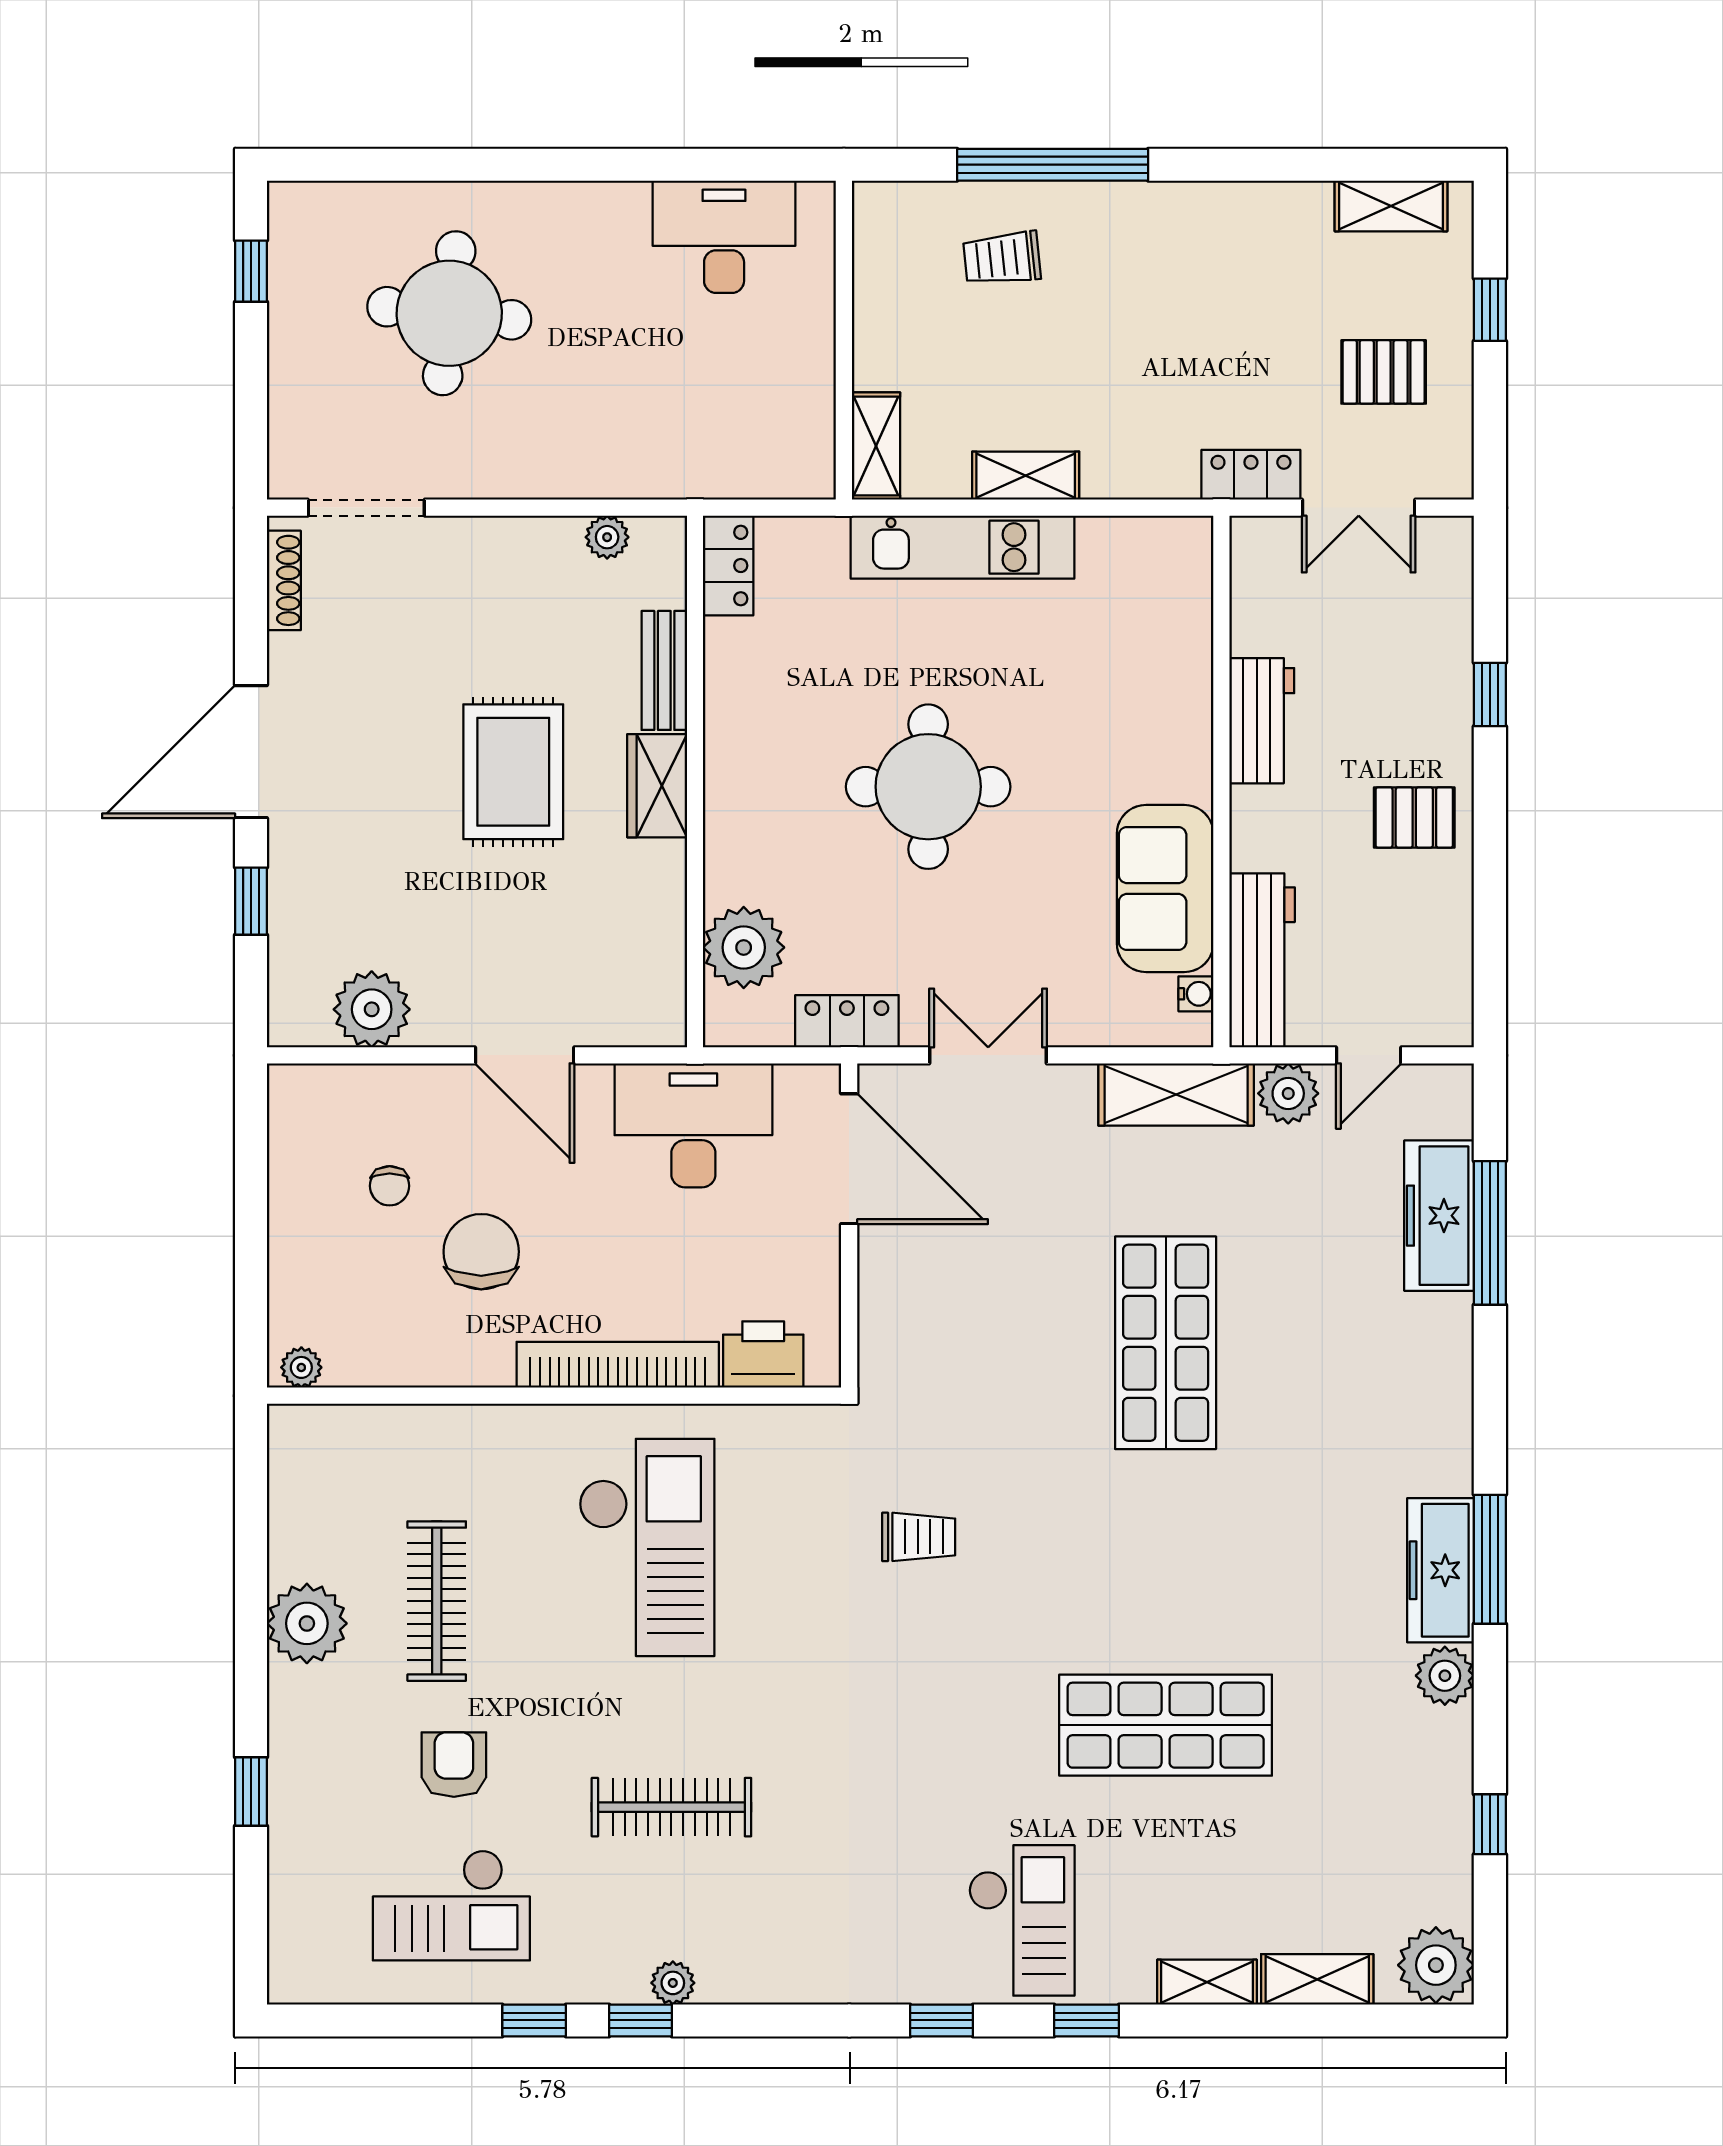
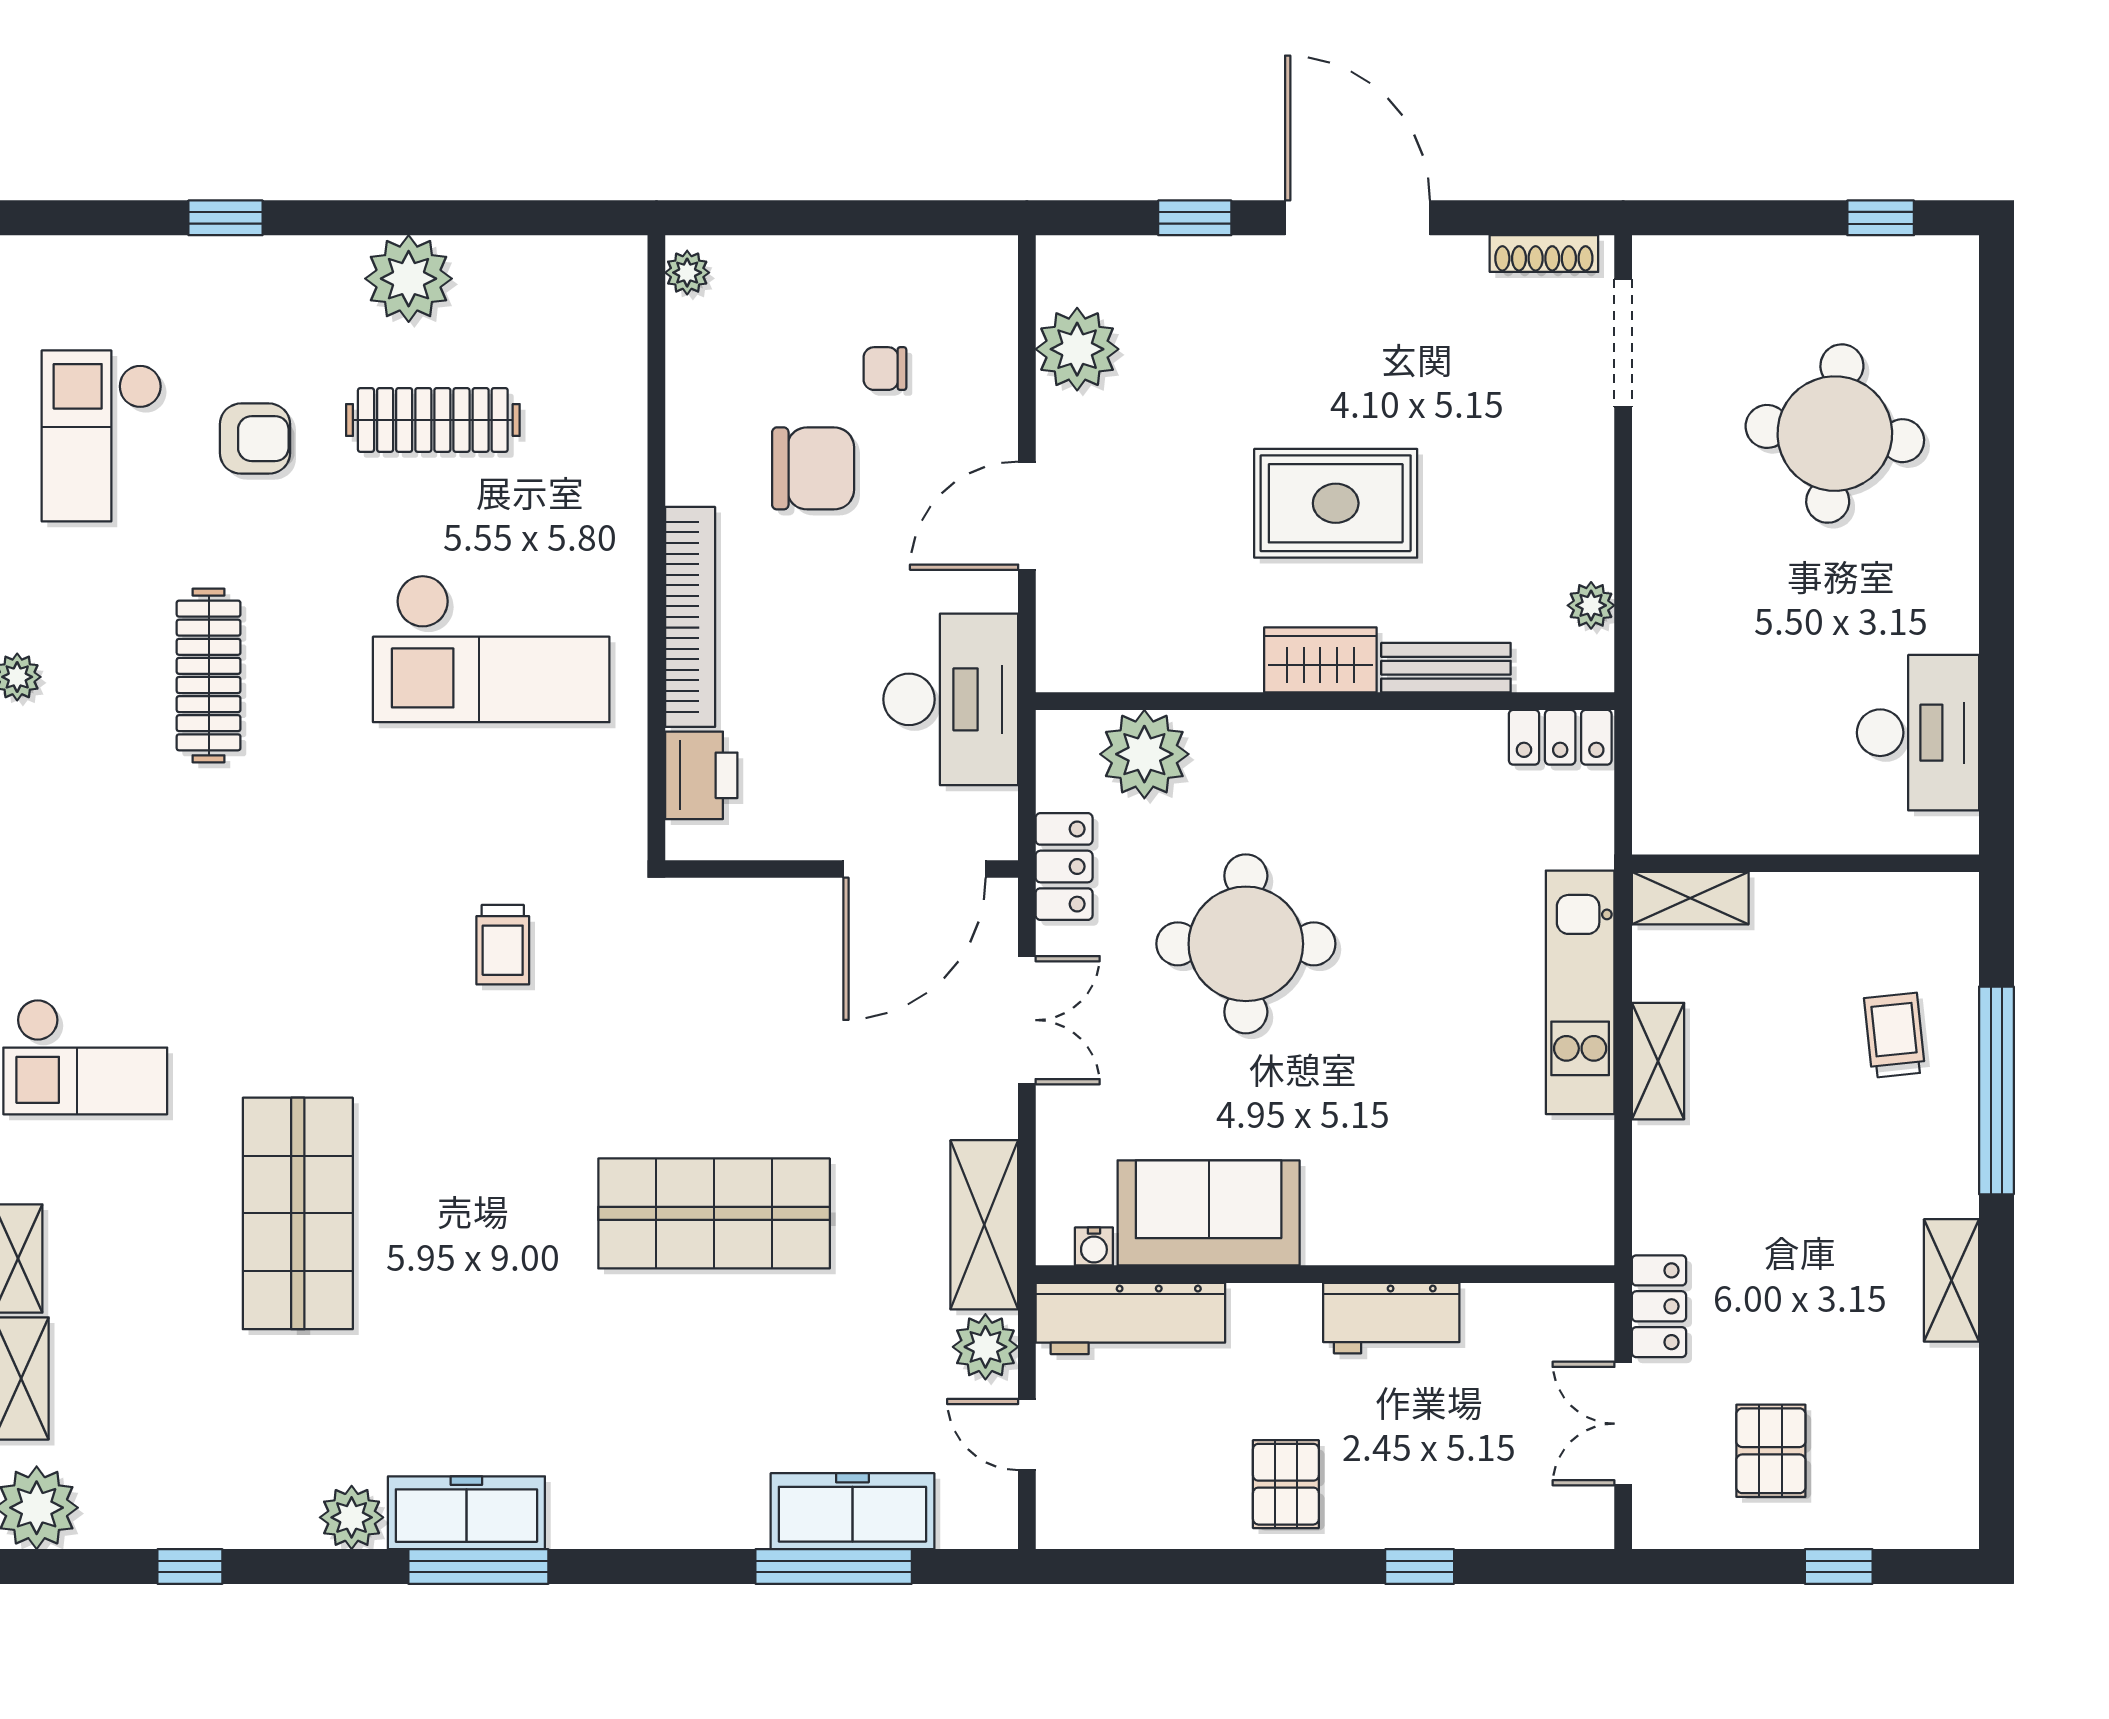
shelving: (1391, 206) -> (1952, 1280), moved
round table: (928, 787) -> (1246, 944), moved

